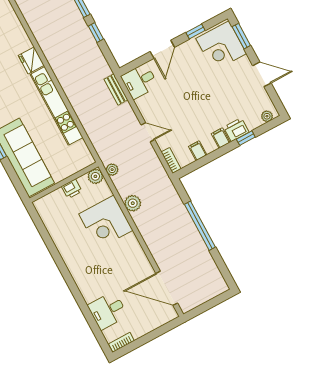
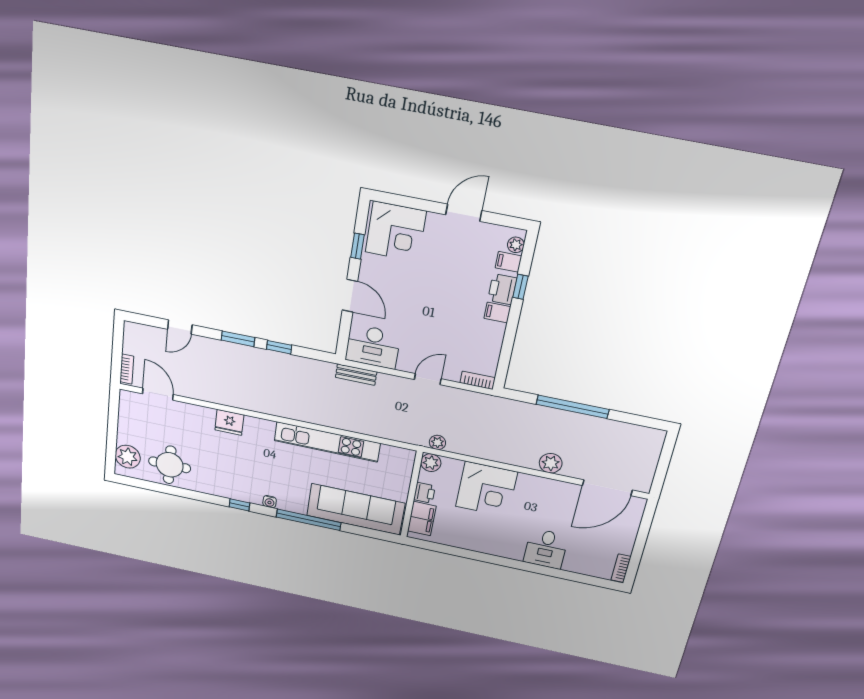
window: (241, 36) -> (402, 201), removed
fridge: (31, 60) -> (229, 422), moved
desk: (140, 81) -> (373, 346), width x1.37
filing cabinet: (198, 151) -> (508, 262), moved
filing cabinet: (52, 201) -> (422, 519), added
plant: (133, 203) -> (551, 463), moved
desk: (108, 311) -> (546, 549), moved

